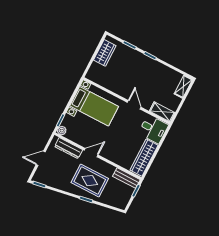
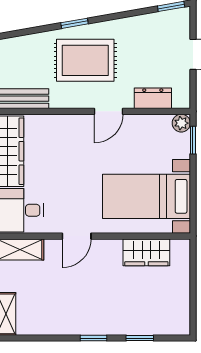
wardrobe: (105, 53) -> (146, 252), moved, turned -90
door: (134, 105) -> (77, 236), hinge flipped
dresser: (69, 148) -> (153, 98), width x0.70

